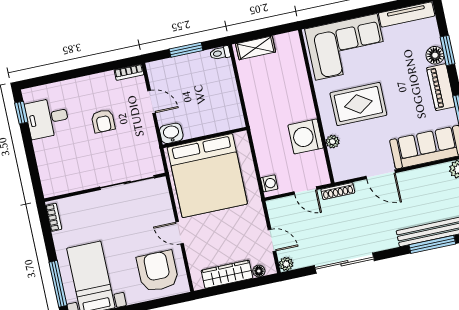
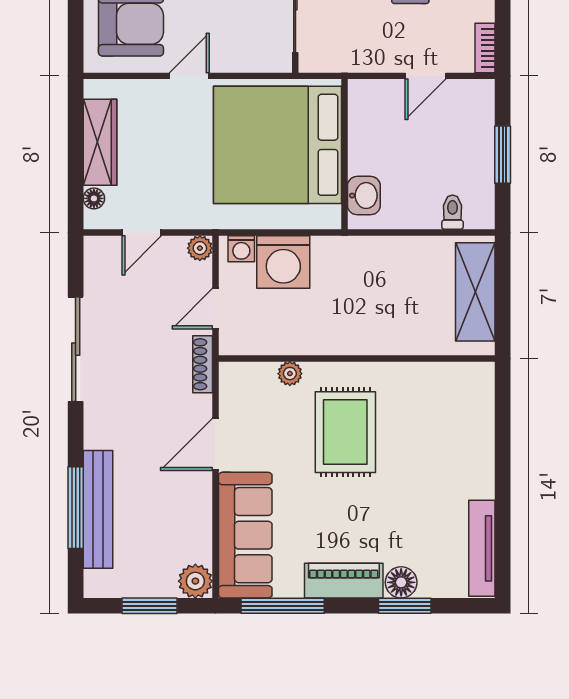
corner sofa: (346, 47) -> (448, 432), removed
shelving: (256, 48) -> (475, 292), width x1.50, depth x1.33
toilet: (220, 53) -> (452, 212), moved
washbasin: (171, 133) -> (364, 196), moved
washing machine: (306, 136) -> (283, 262), moved, turned 180
plant: (286, 264) -> (200, 248), moved

